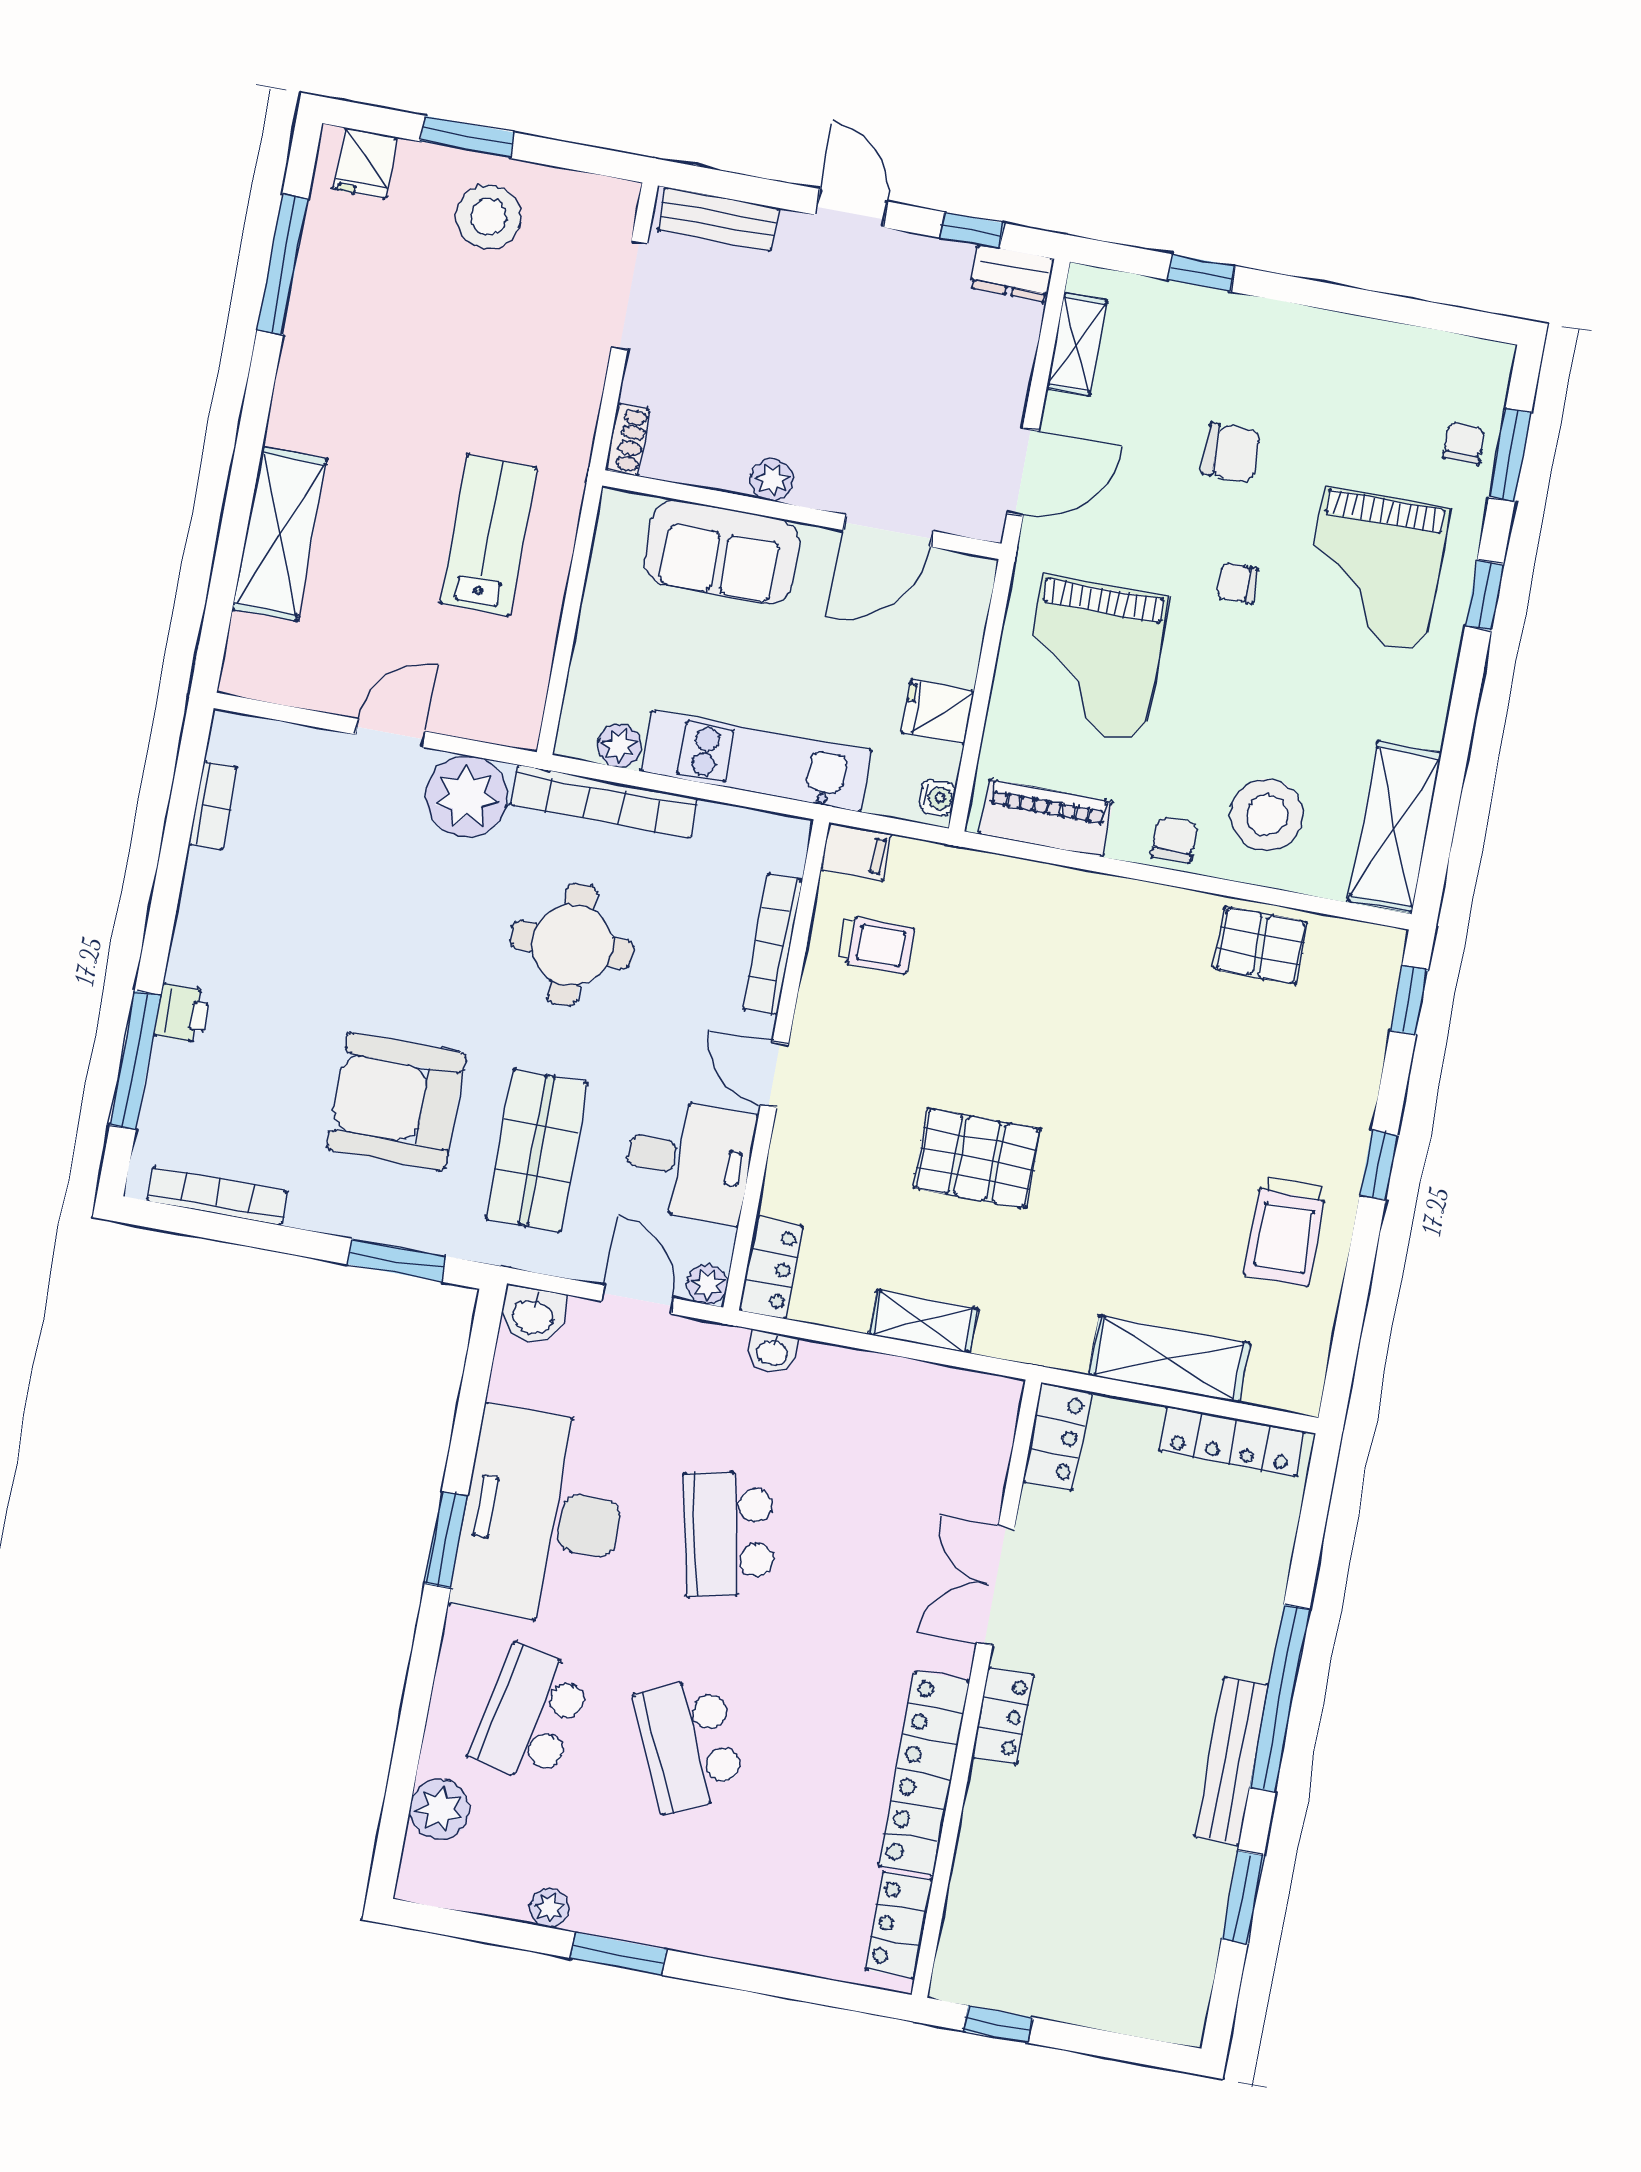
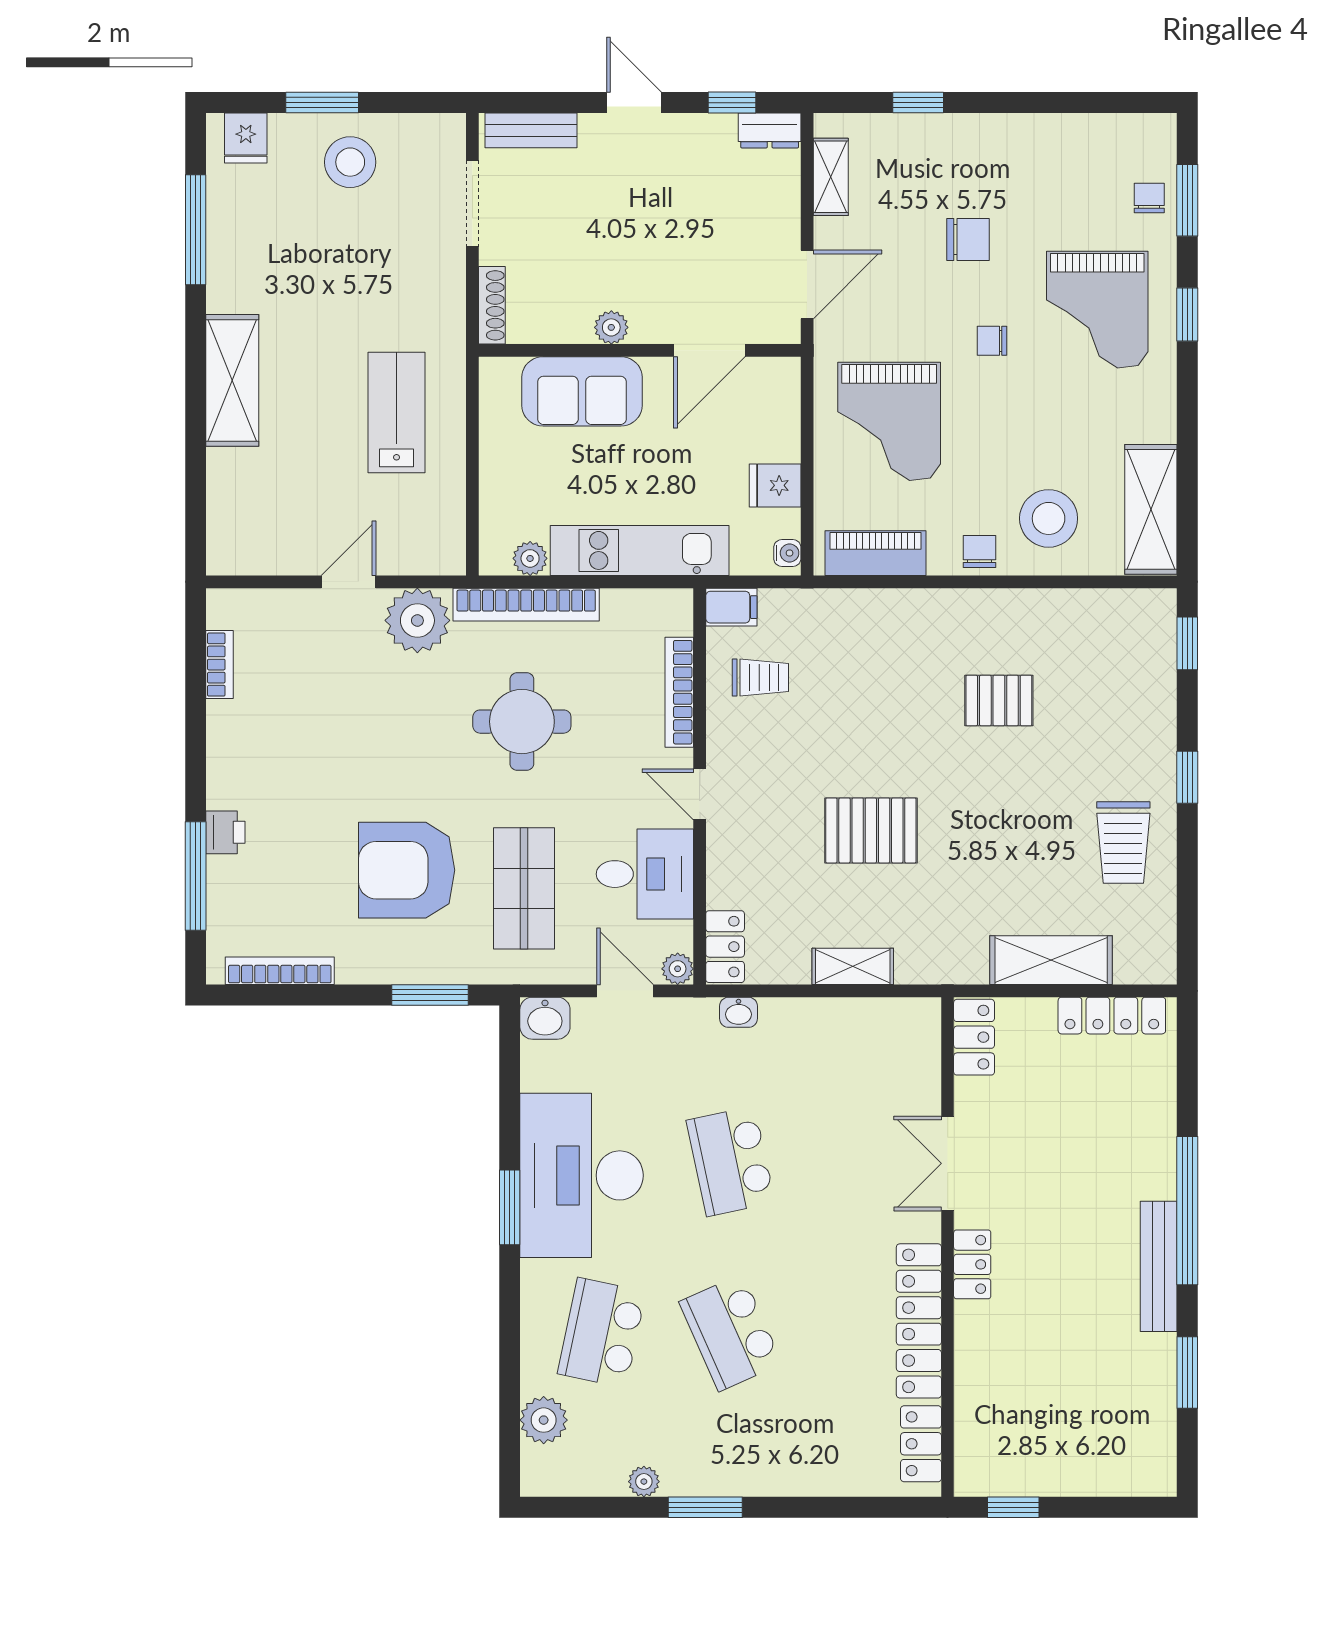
shoe rack: (627, 440) -> (492, 305), width x1.43
shelving: (280, 534) -> (232, 380), moved
pallet: (1260, 945) -> (999, 701), moved

